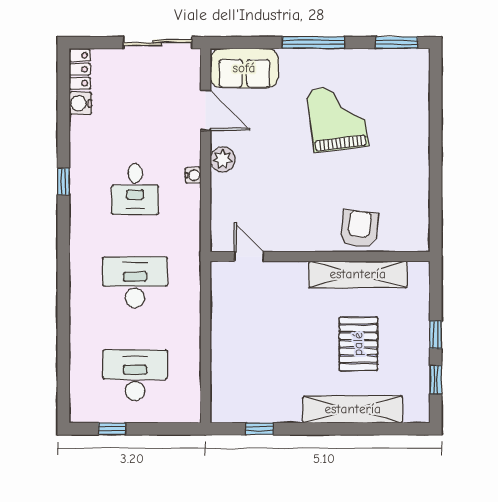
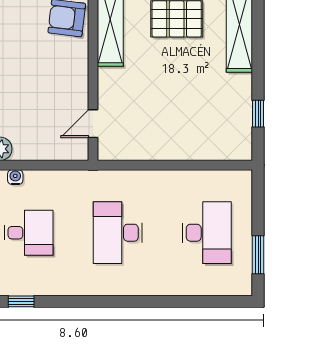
desk: (135, 375) -> (207, 233), turned 180
window: (112, 429) -> (258, 255), width x1.50

